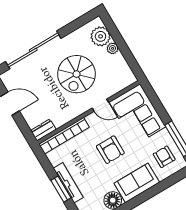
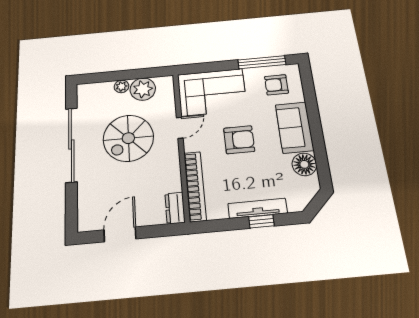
plant: (101, 36) -> (143, 89), moved
sliding door: (33, 50) -> (71, 145), moved
spiral stairs: (76, 74) -> (128, 138), turned 90
window: (61, 189) -> (261, 221), width x0.67

